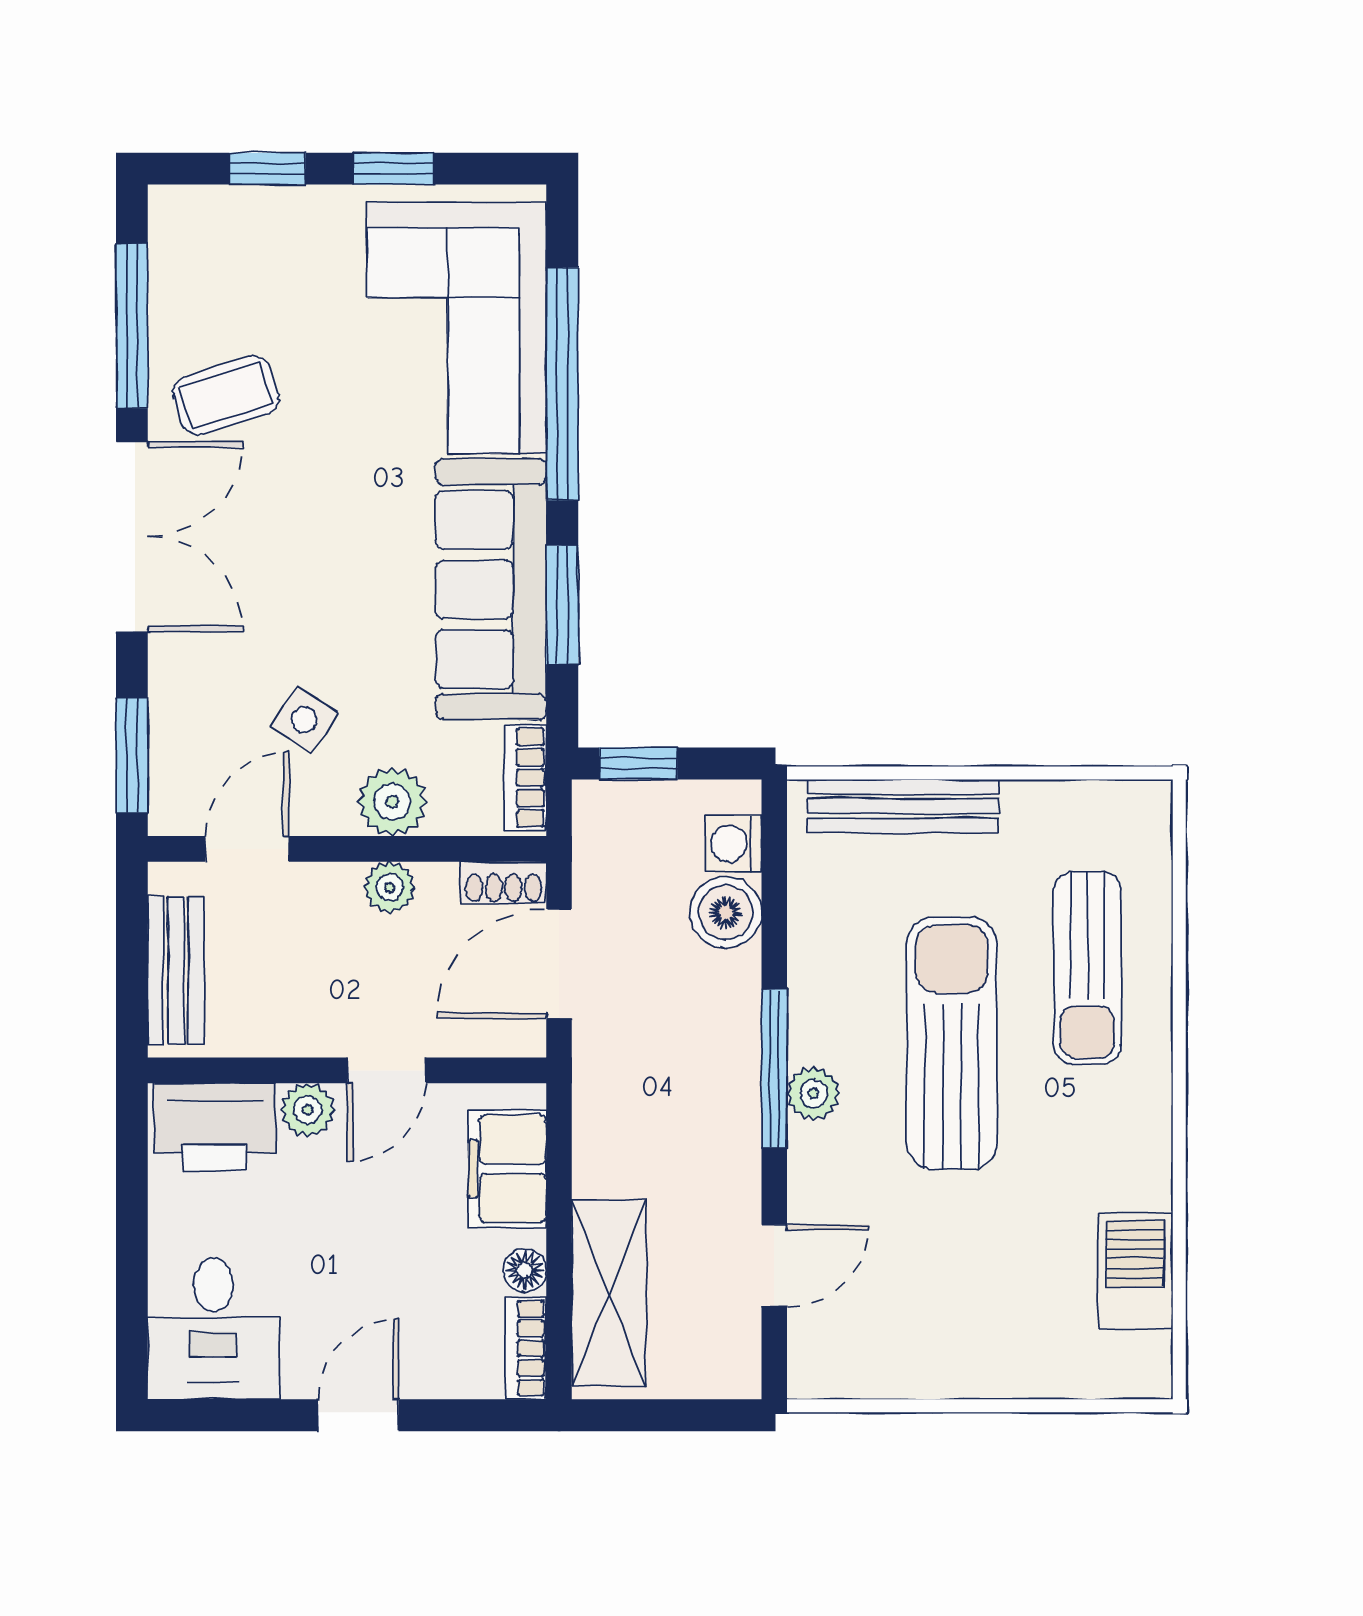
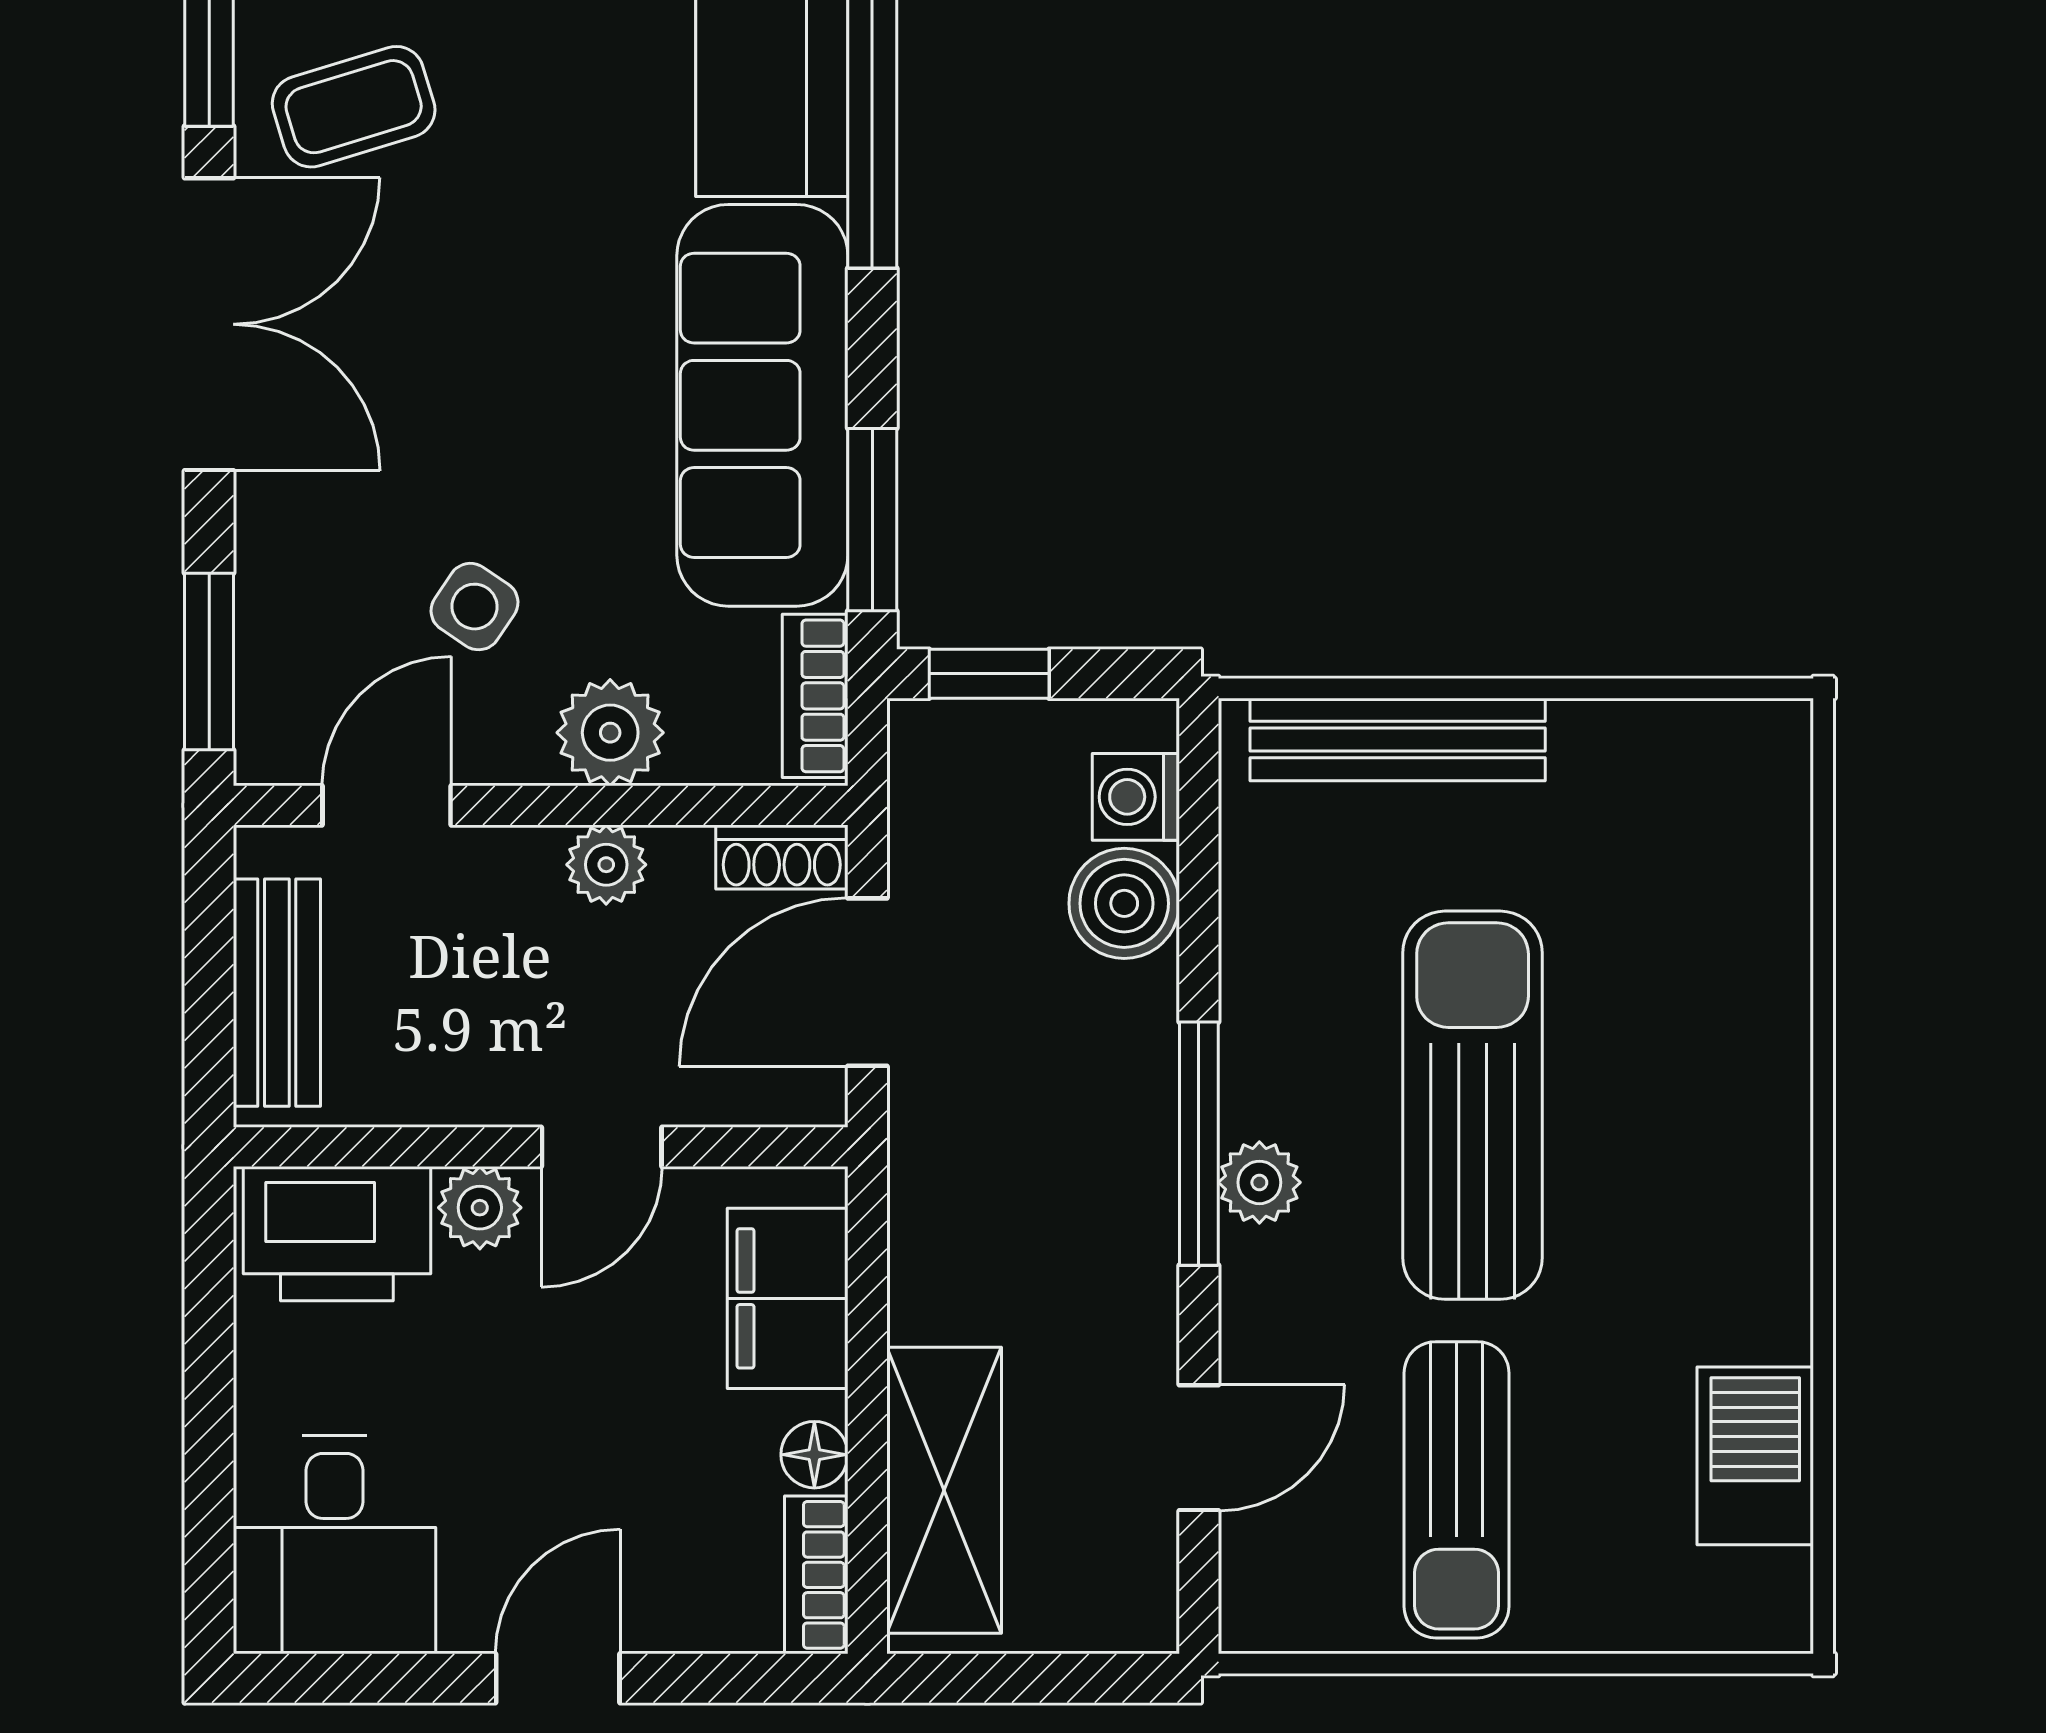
window: (562, 605) -> (872, 520), moved
sun lounger: (1087, 968) -> (1457, 1490), moved

